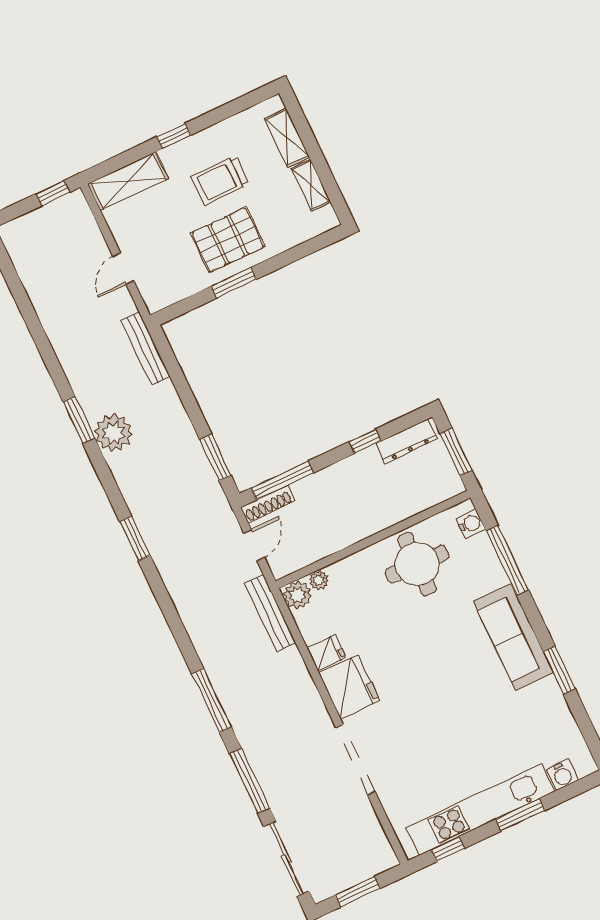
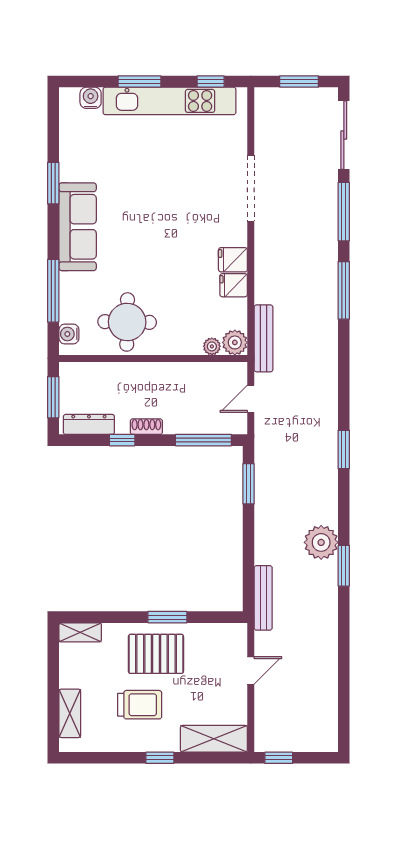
shelving: (311, 185) -> (80, 632), moved, turned 90
shoe rack: (268, 504) -> (146, 427), moved, width x0.70
fridge: (349, 687) -> (233, 260), width x0.53, depth x0.75

